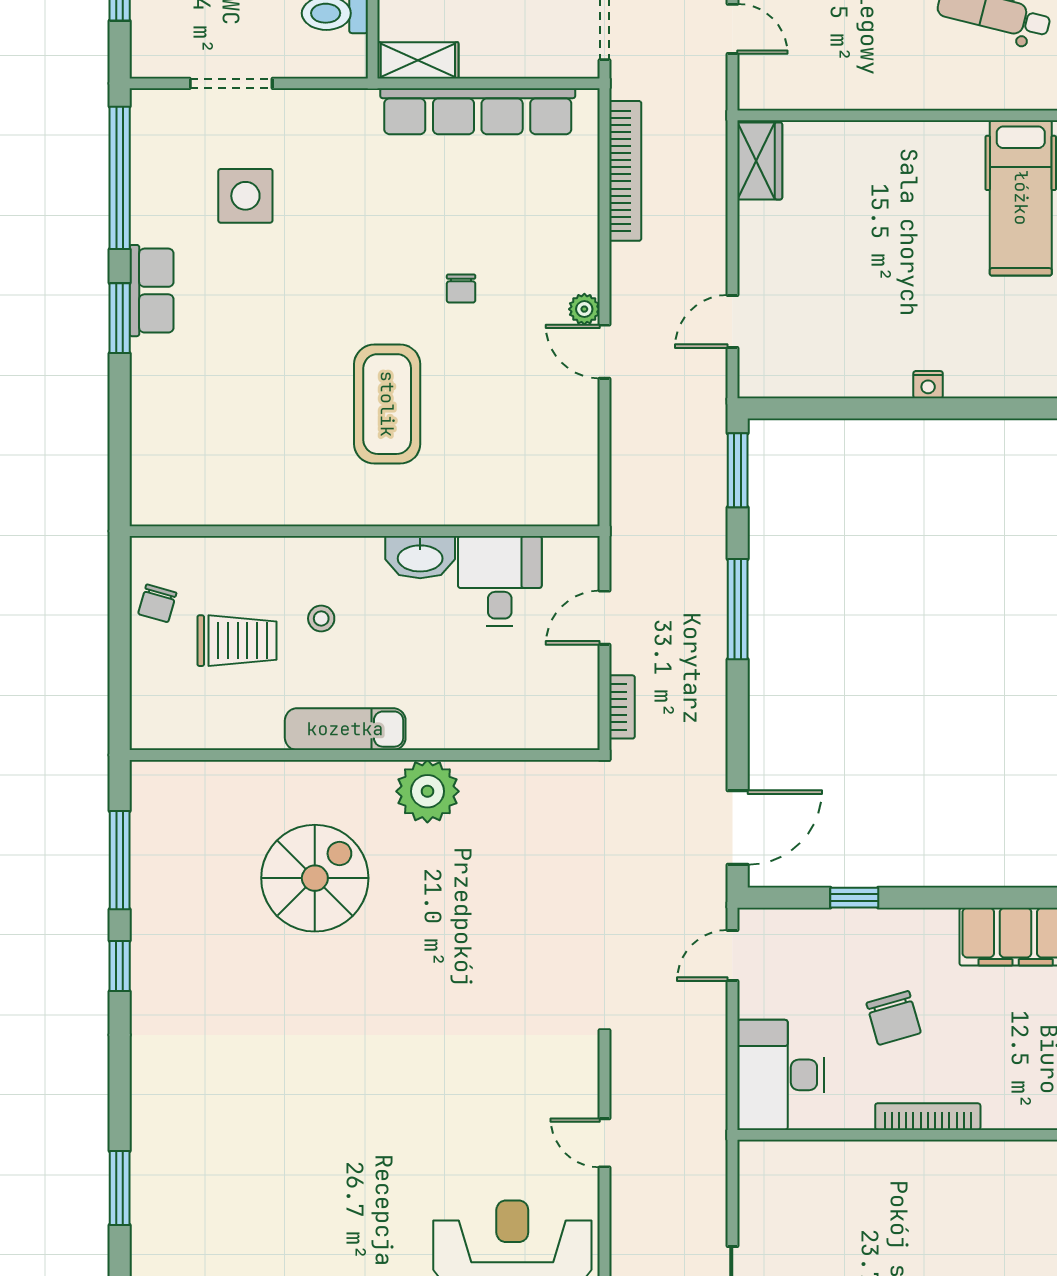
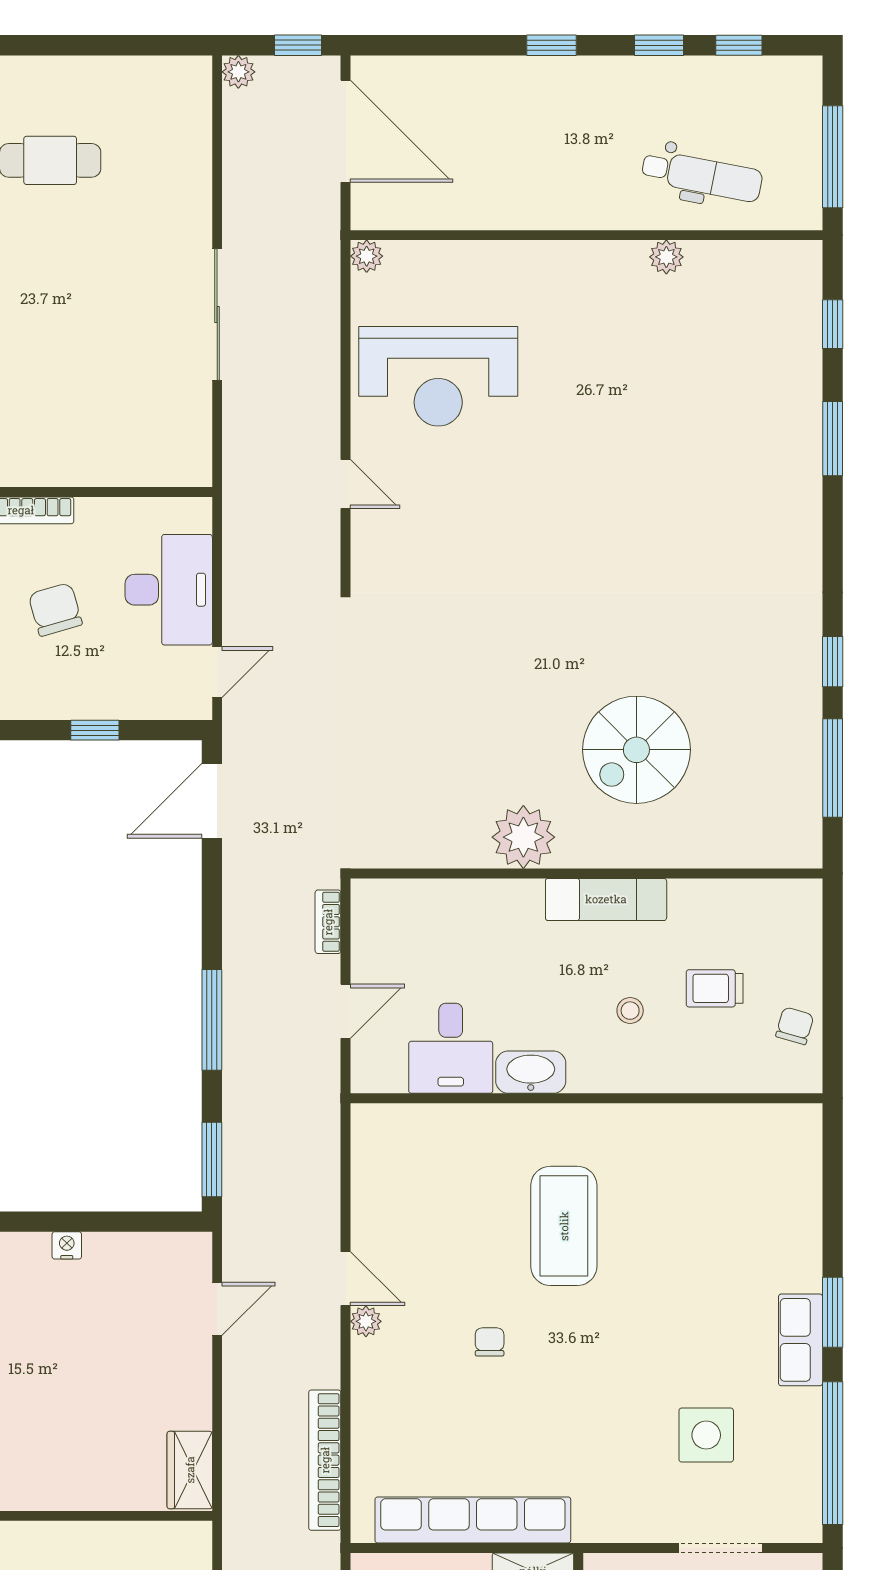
nightstand: (928, 385) -> (67, 1245), moved
trolley: (237, 641) -> (715, 988), width x0.73, depth x0.72
desk: (781, 1075) -> (169, 590), moved

